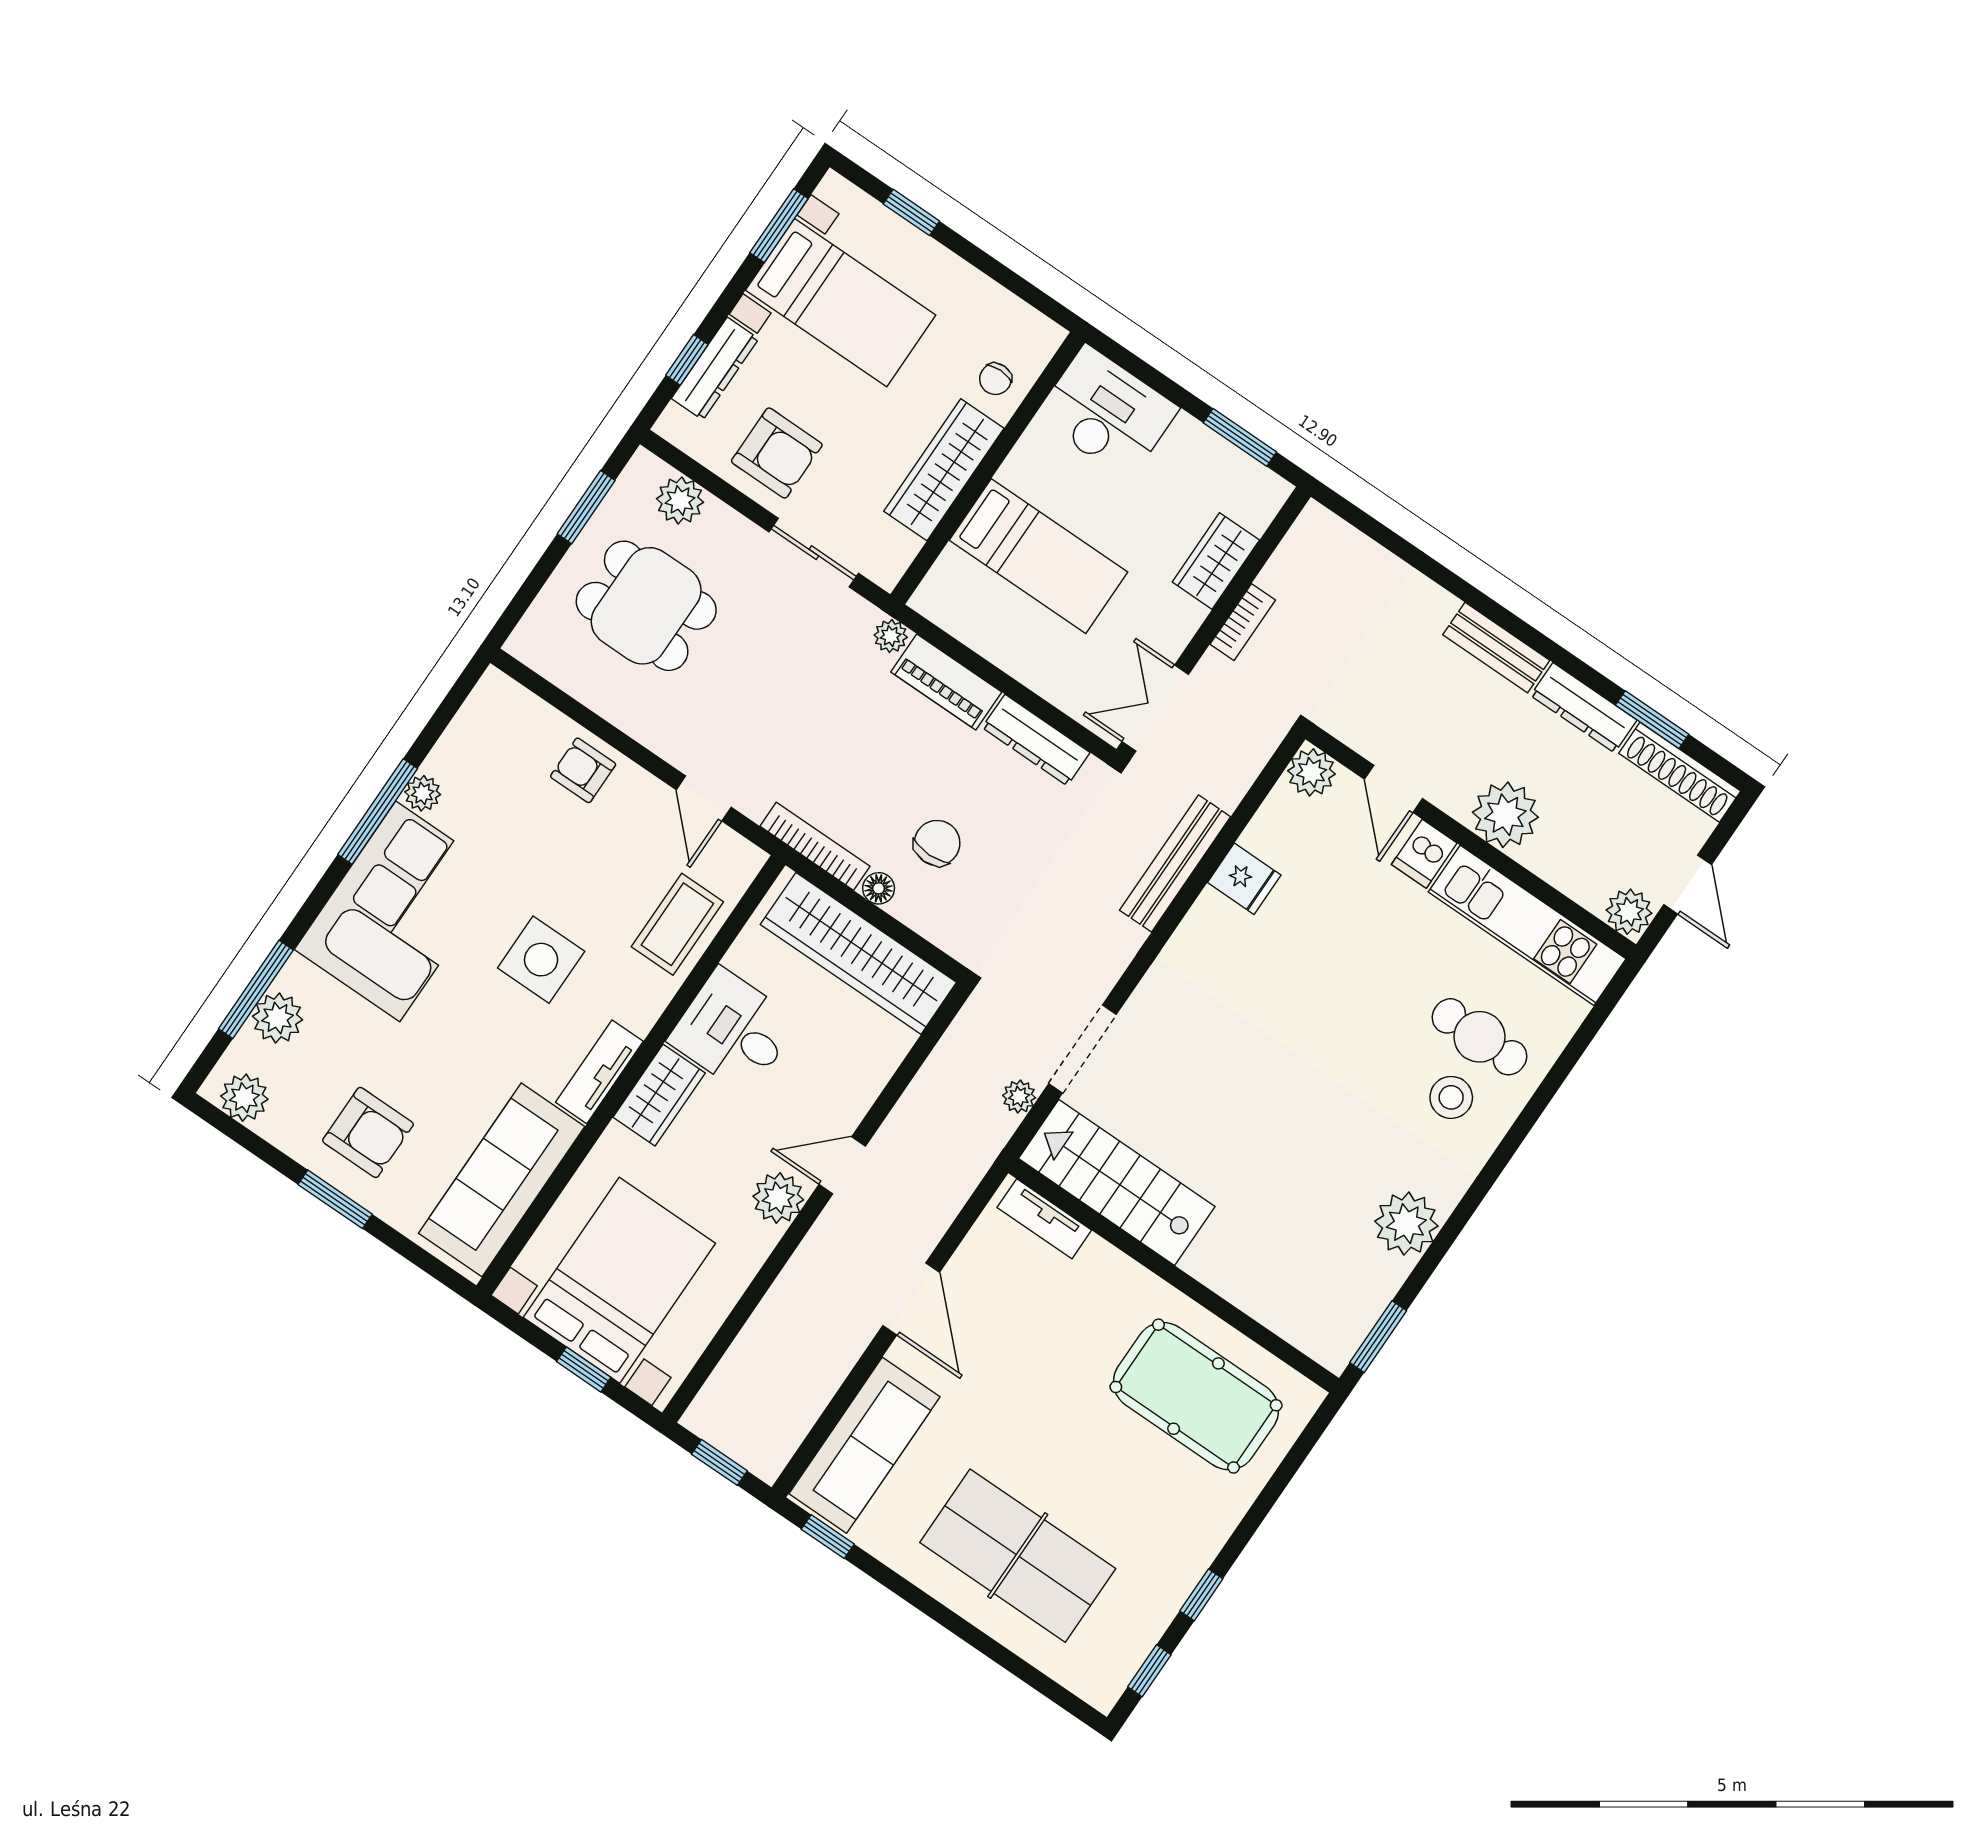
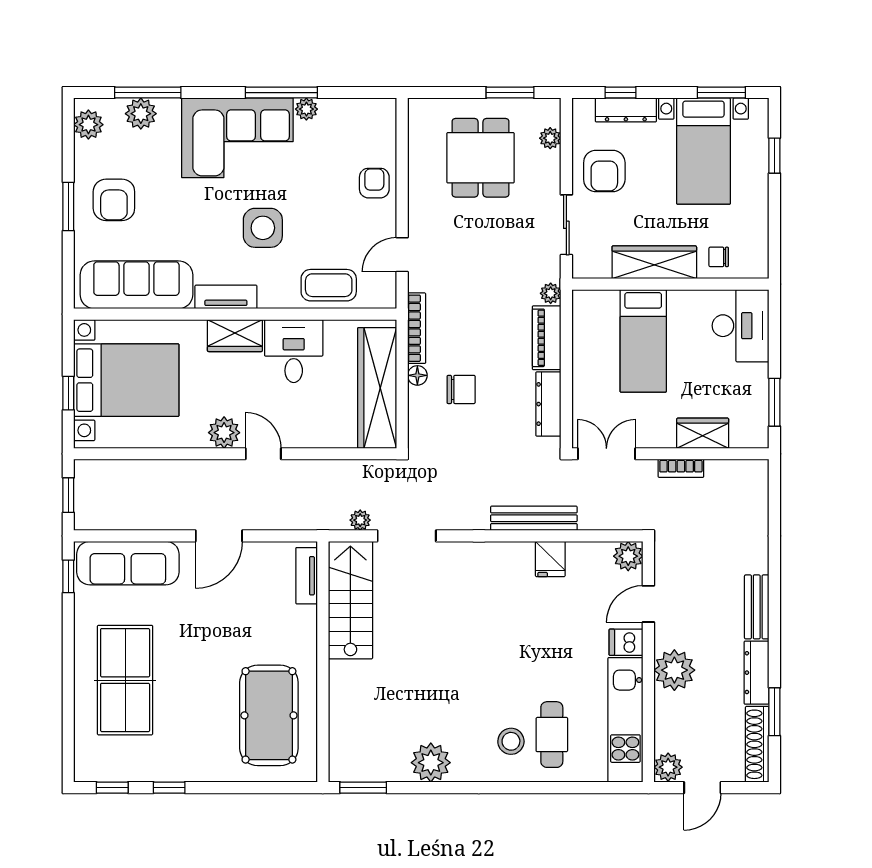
plant: (680, 500) -> (550, 138), width x0.73, depth x0.73

